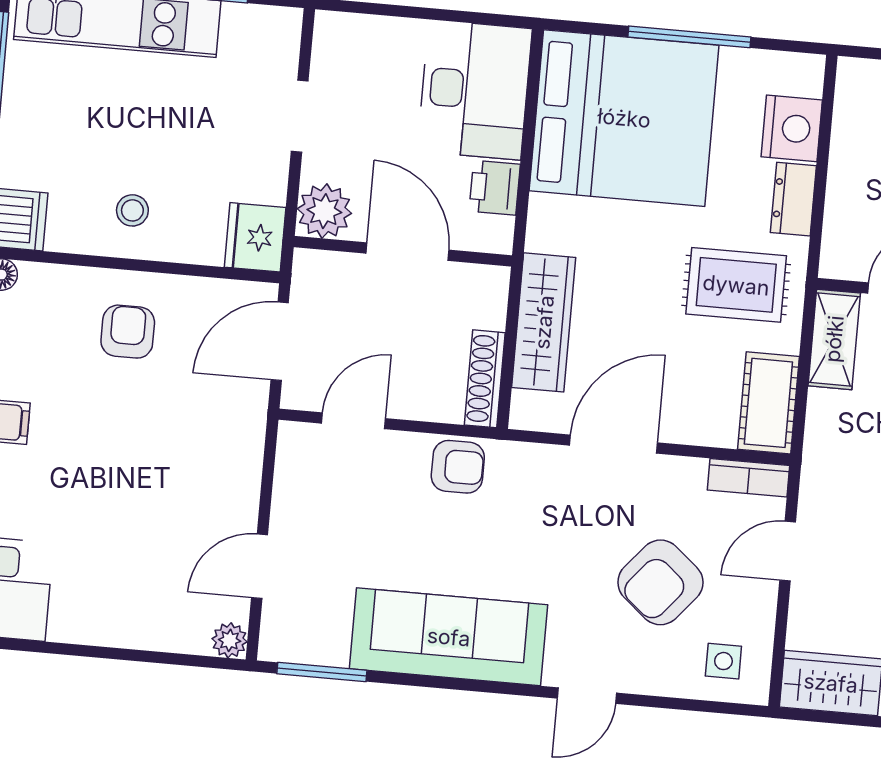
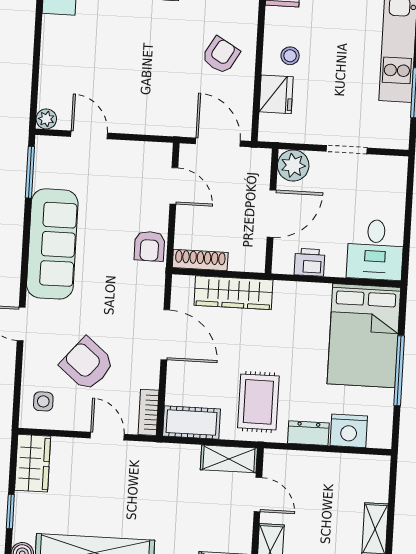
desk: (475, 90) -> (375, 250), width x0.73
bed: (624, 118) -> (364, 336), width x0.73
fridge: (255, 237) -> (276, 94), moved, turned 90
armchair: (128, 332) -> (221, 55), turned -60

